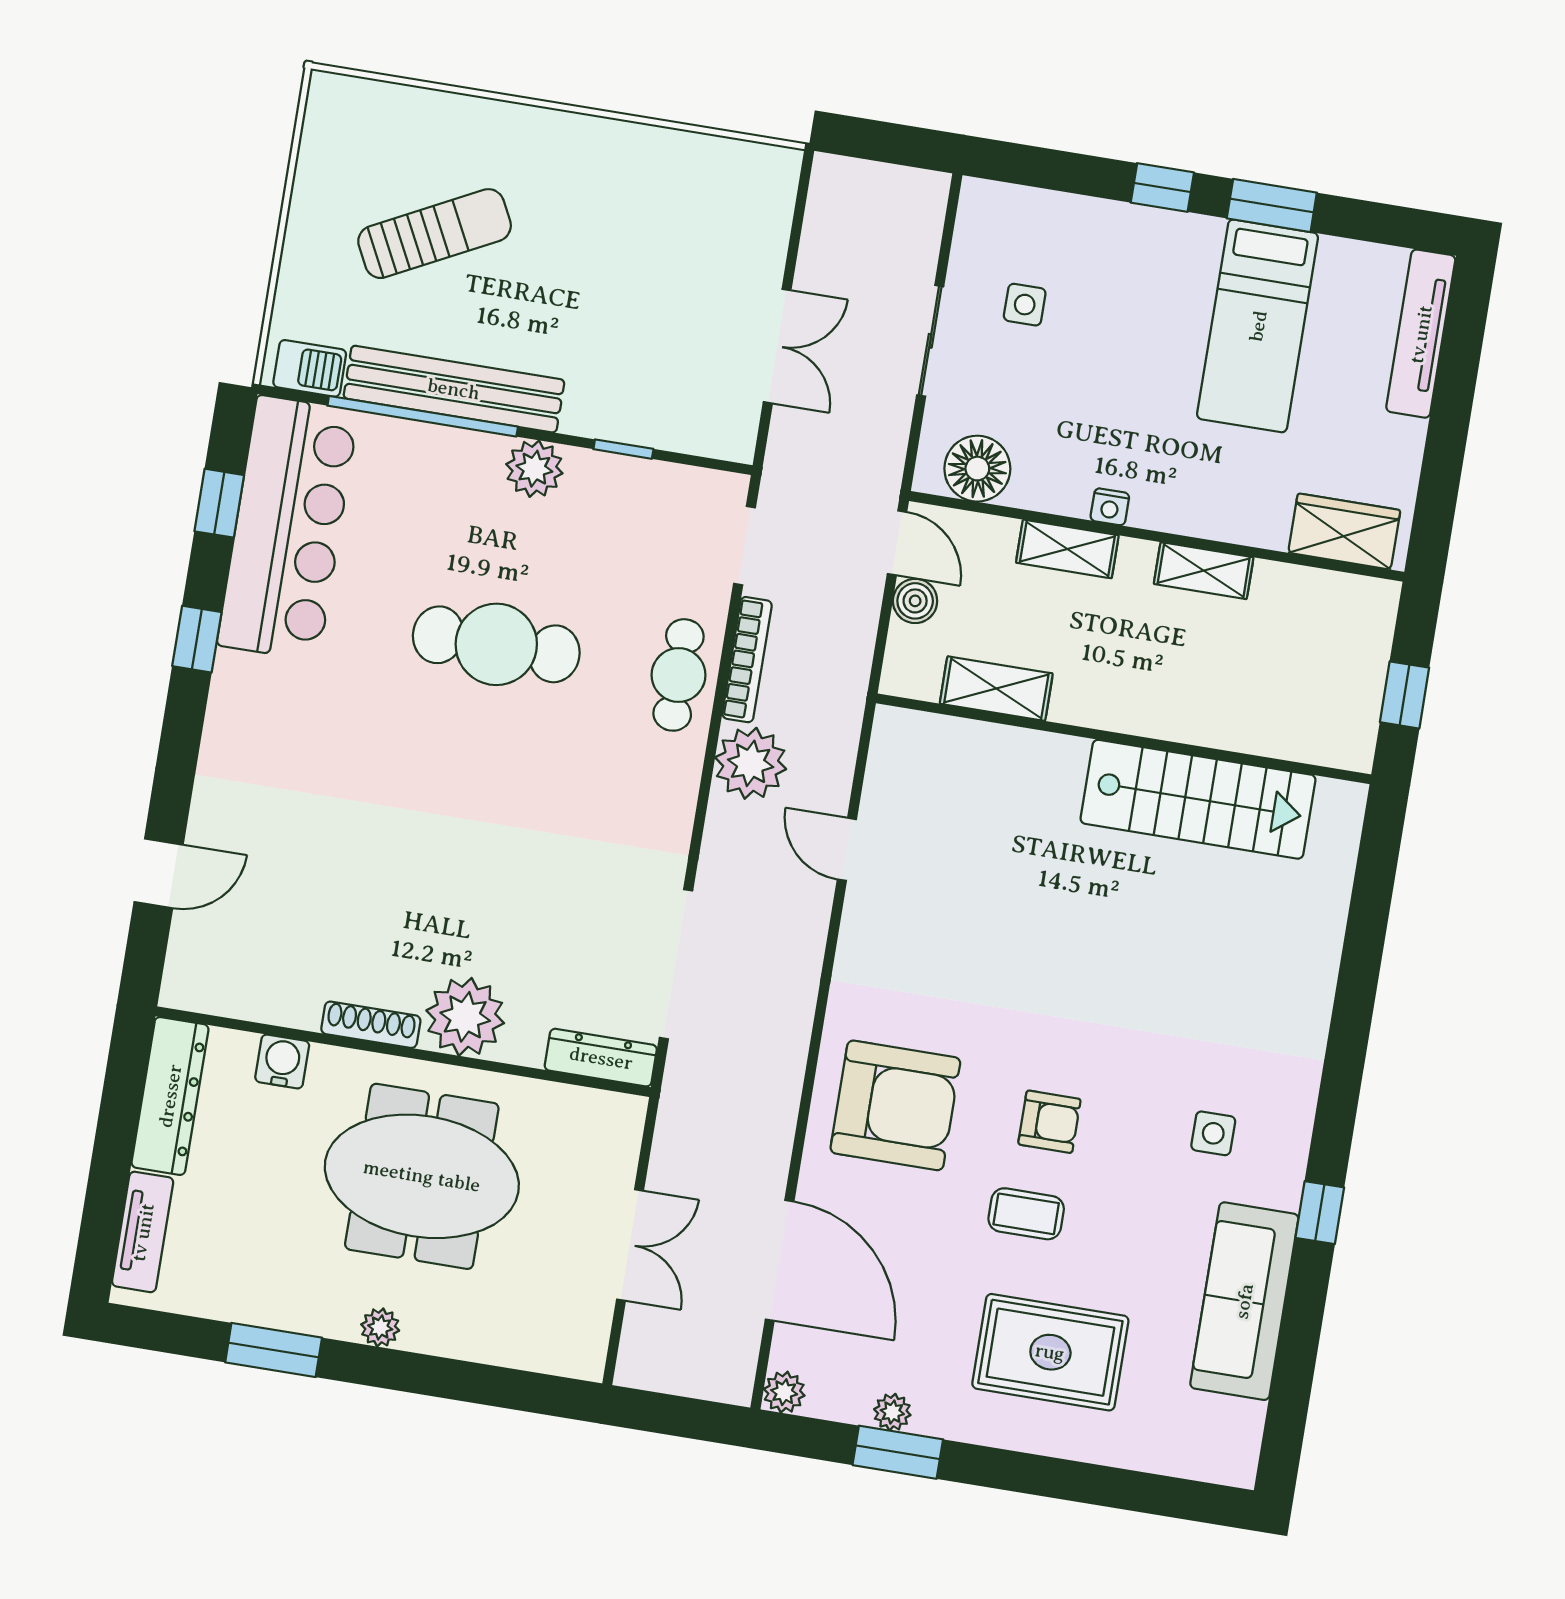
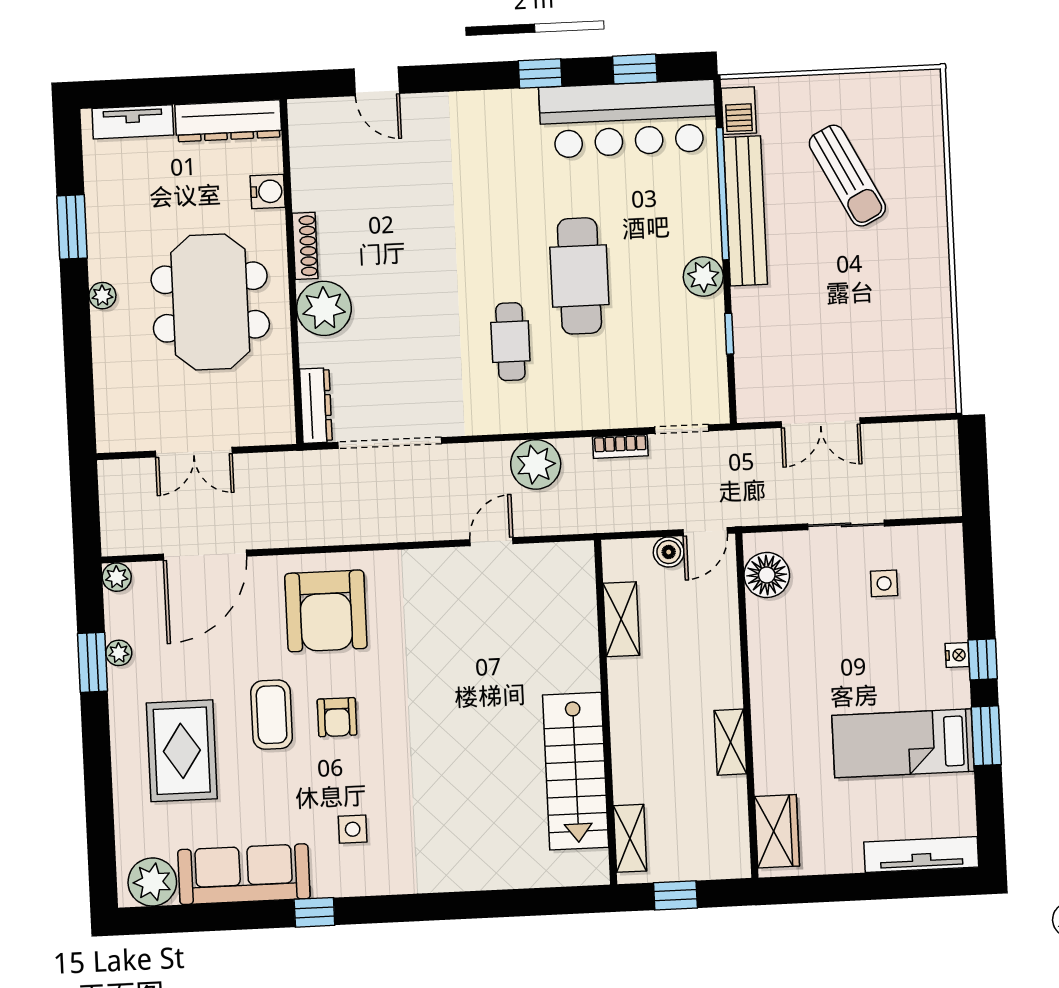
nightstand: (1110, 507) -> (957, 655), moved, turned 180
shelving: (1067, 549) -> (630, 838), moved
bookcase: (747, 660) -> (620, 446), width x0.64
cafe table: (679, 675) -> (510, 342), moved, turned 90
coffee table: (1026, 1214) -> (272, 715), width x1.36, depth x1.30
plant: (1228, 1434) -> (152, 882), added

